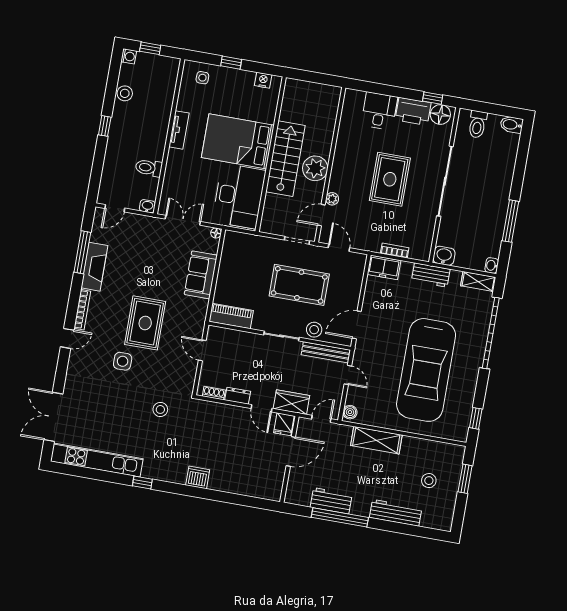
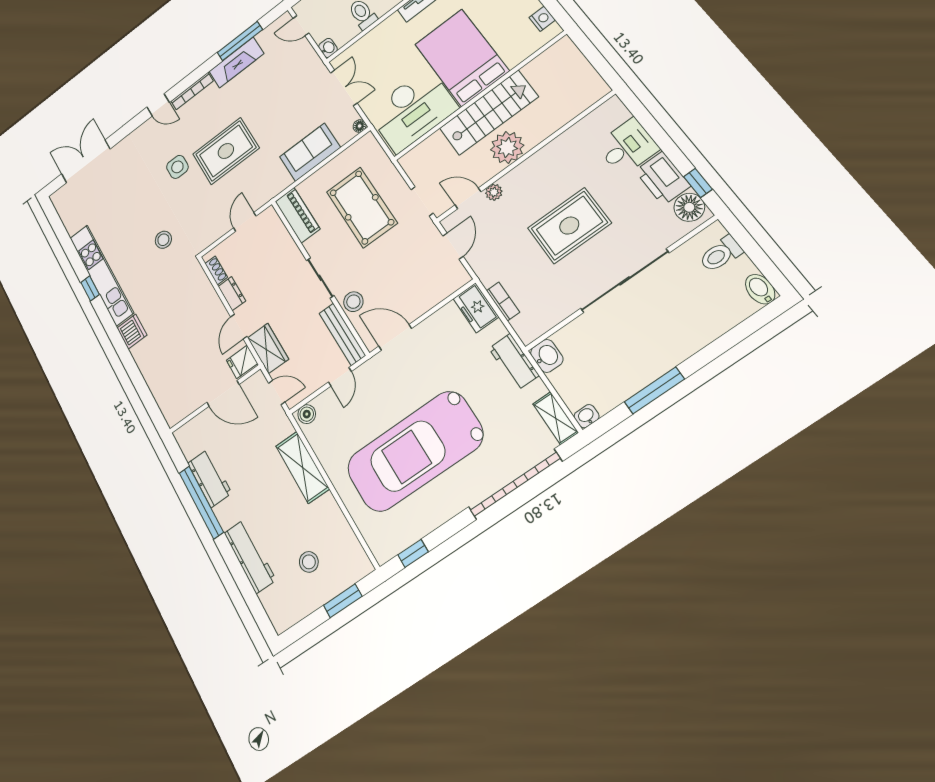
pool table: (299, 285) -> (362, 207), moved
kitchen unit: (97, 460) -> (101, 275), moved

